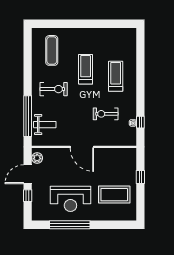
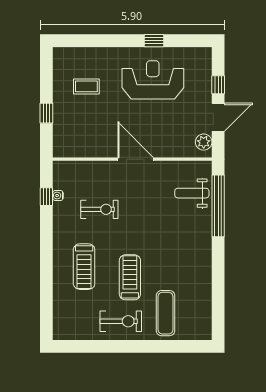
exercise mat: (52, 50) -> (166, 313), moved
treadmill: (86, 69) -> (130, 277), turned 180
exercise bike: (54, 89) -> (121, 321), moved, turned 180
coffee table: (114, 195) -> (86, 86), width x0.54, depth x0.58
window: (70, 225) -> (154, 41), width x0.32

